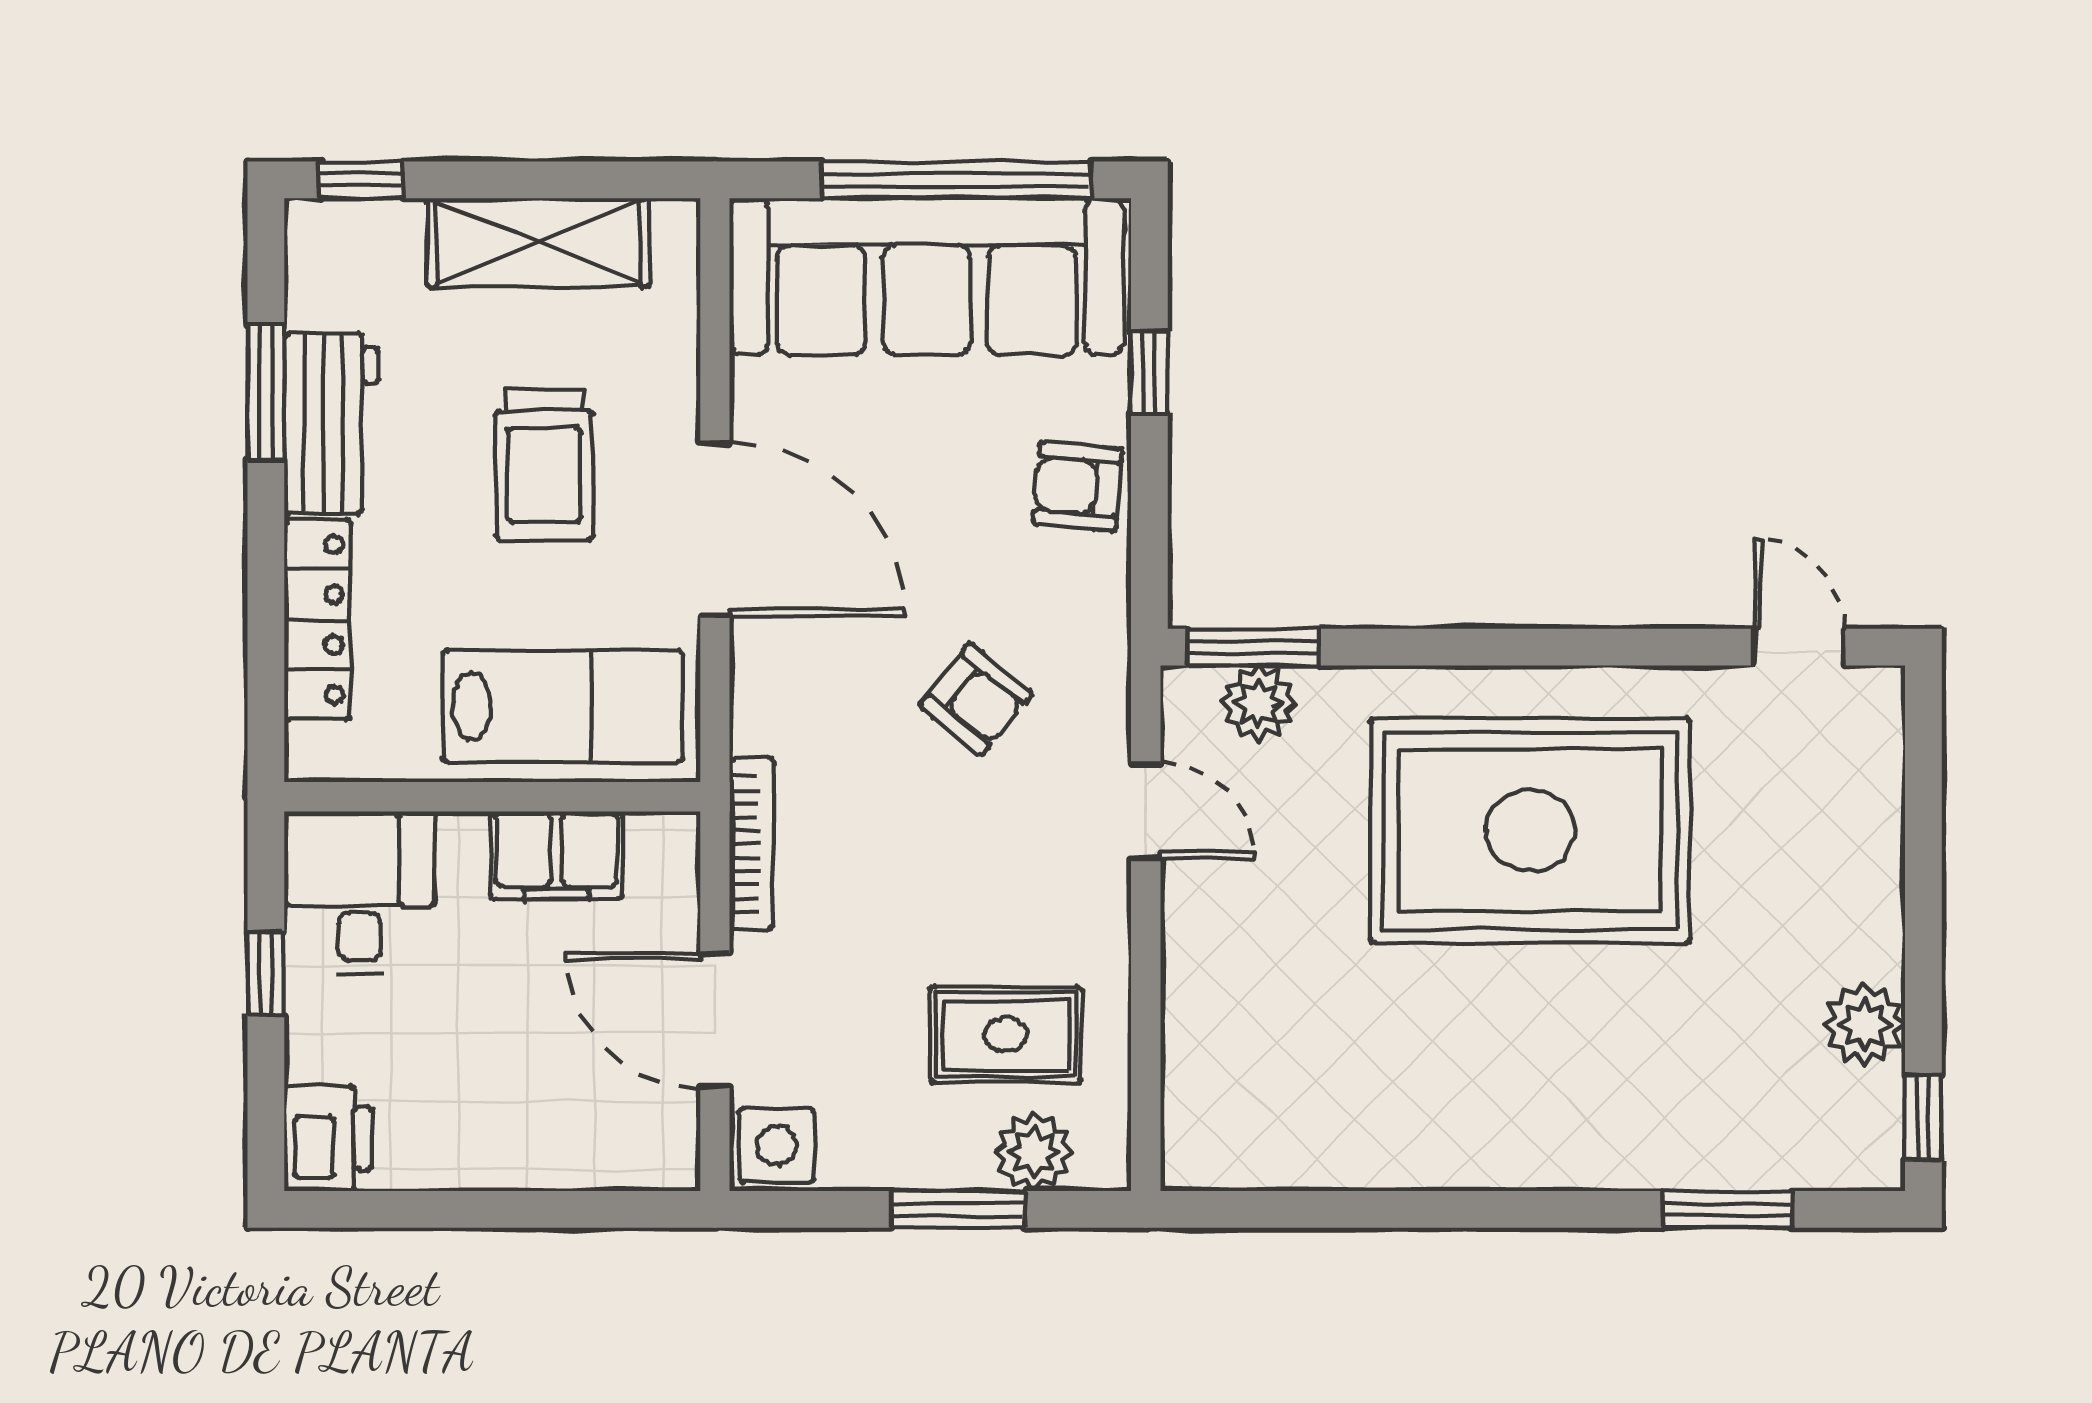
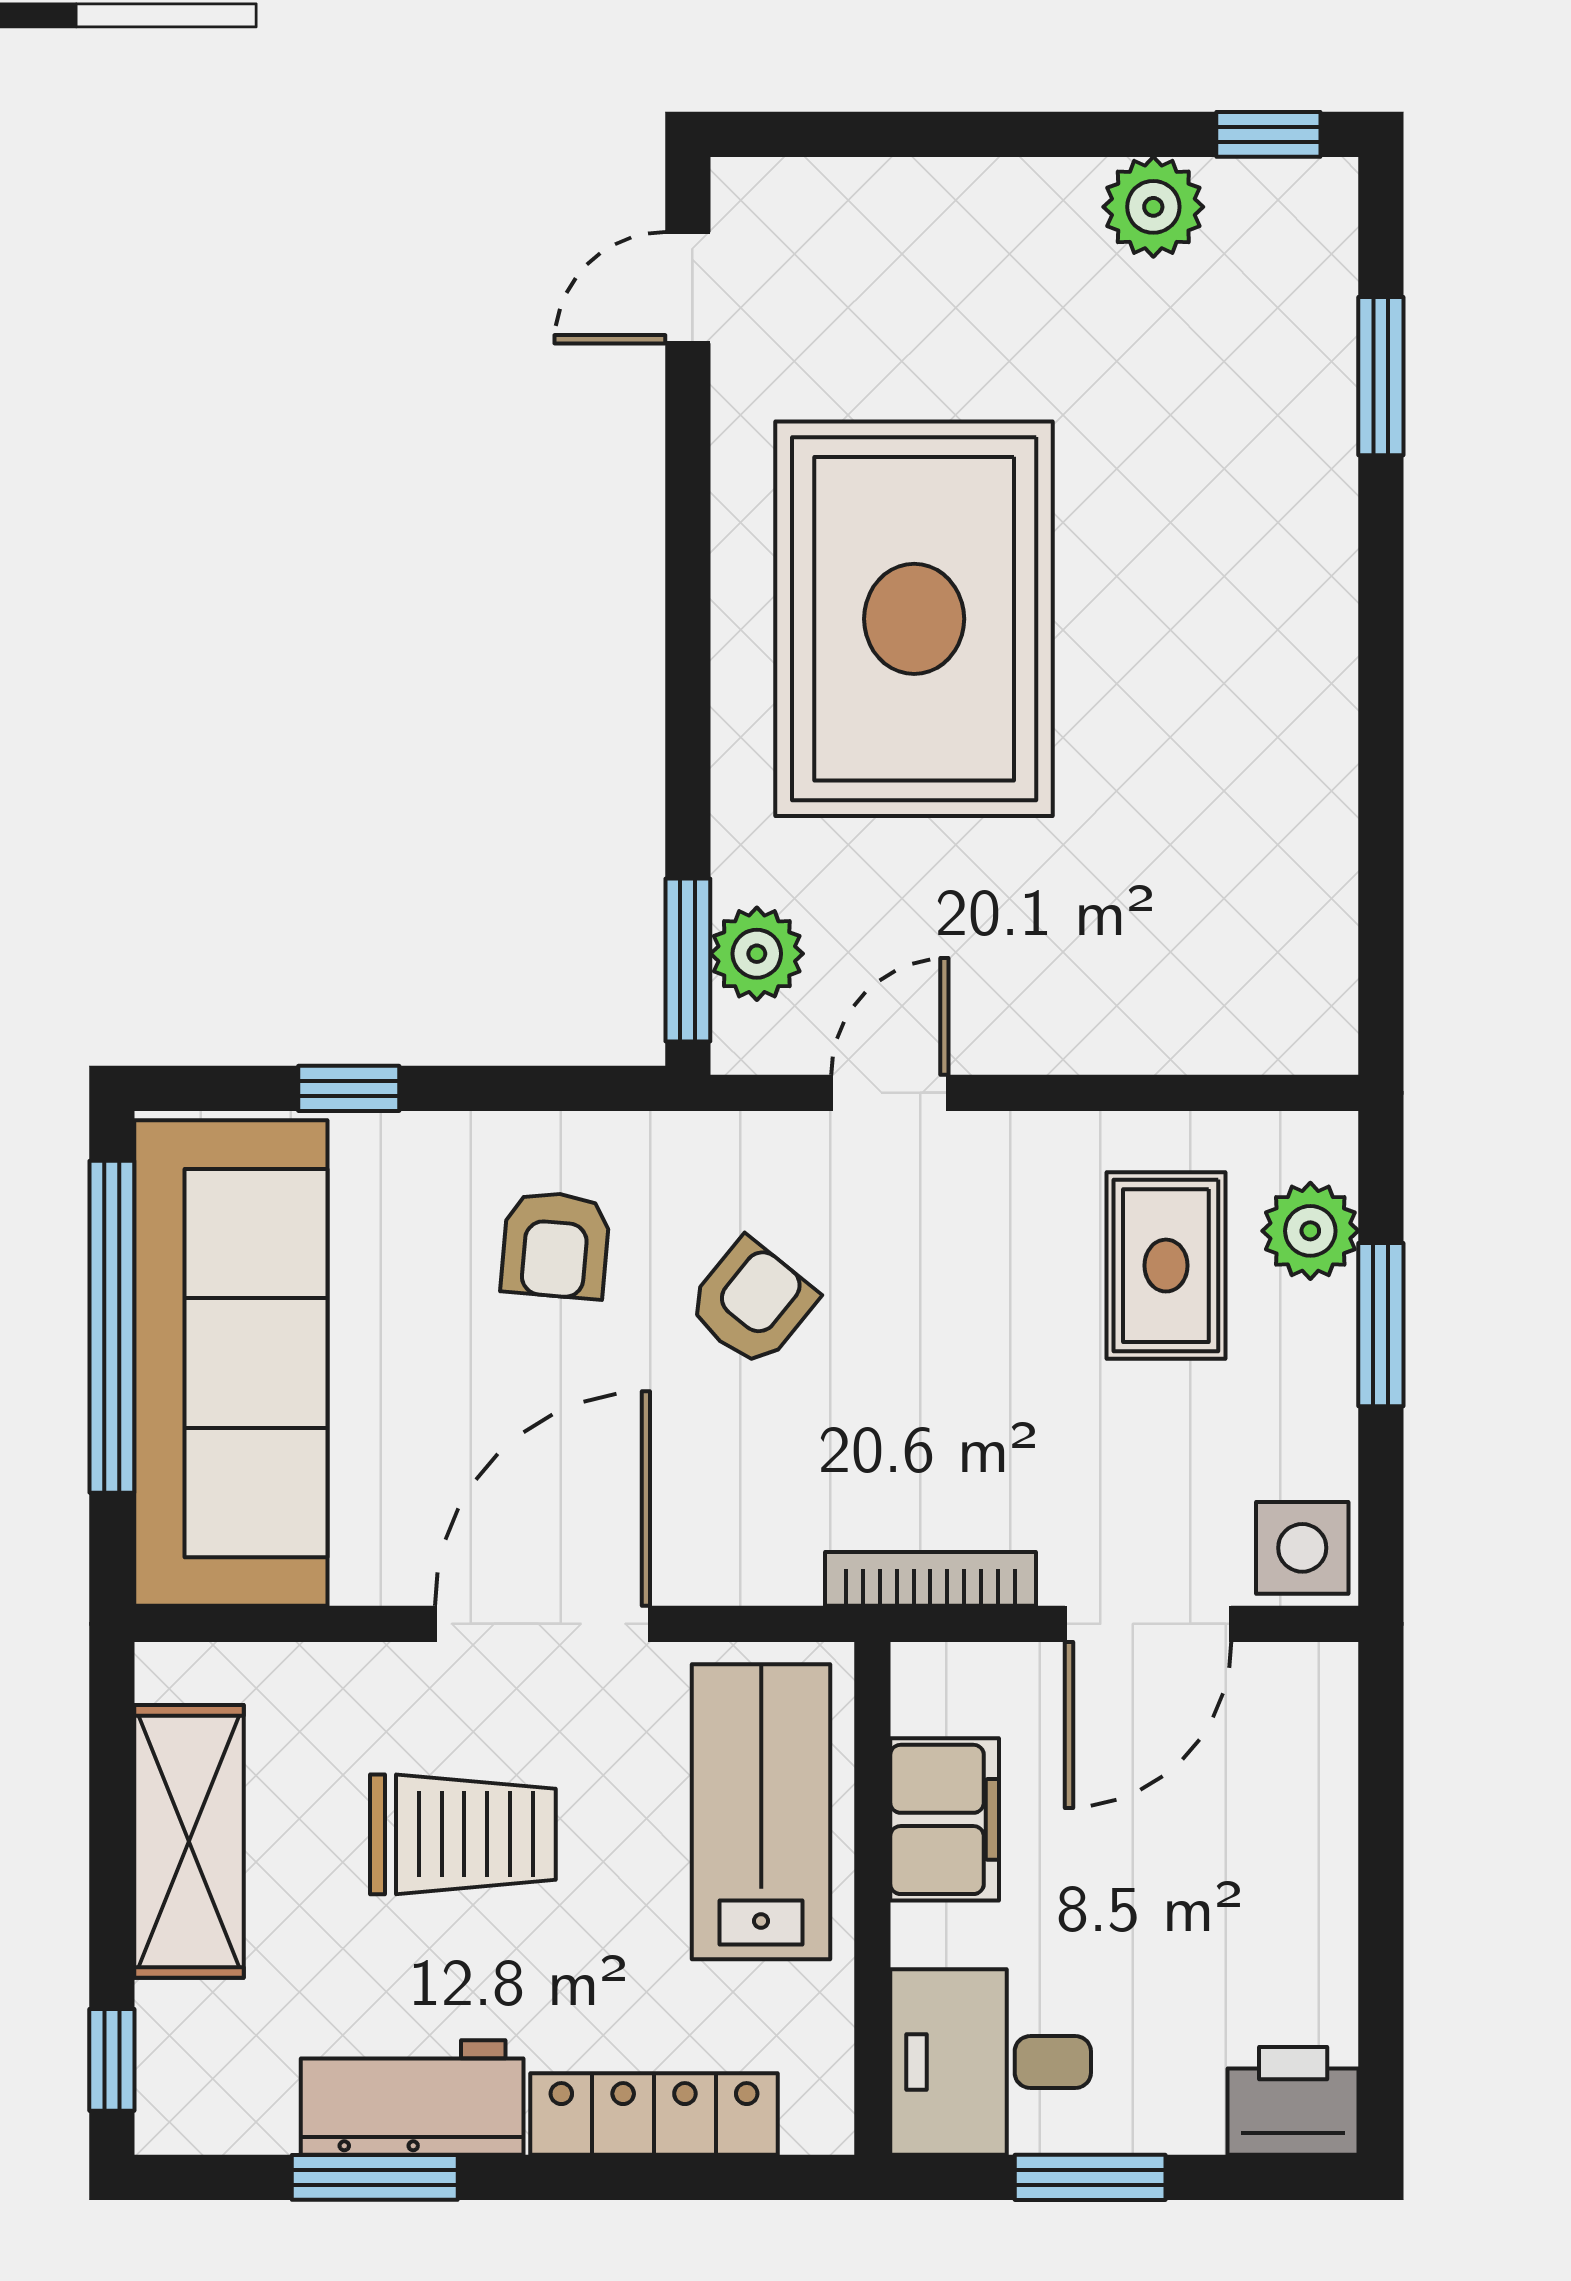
armchair: (1078, 486) -> (555, 1245), moved
window: (266, 973) -> (1090, 2177), width x1.50

